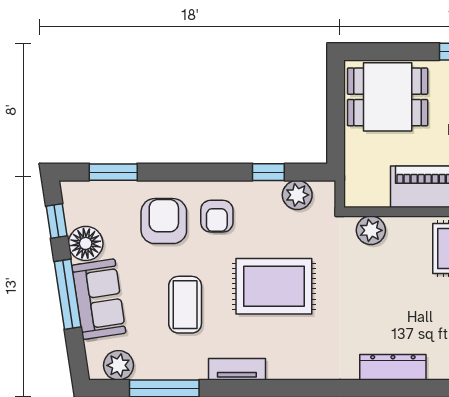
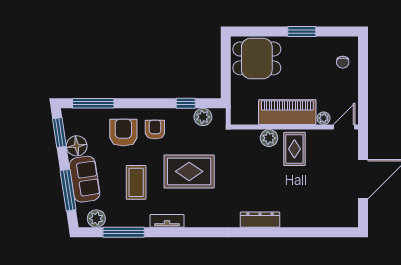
window: (113, 172) -> (93, 103), width x1.44
armchair: (217, 216) -> (155, 130), turned 180
window: (57, 221) -> (59, 132), width x1.50
plant: (371, 230) -> (269, 138), moved
window: (68, 294) -> (68, 190), moved

